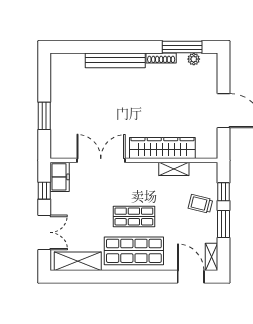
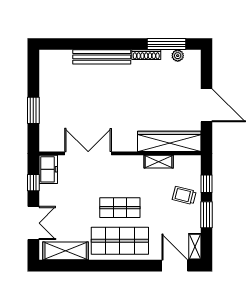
wardrobe: (162, 148) -> (169, 141), moved

